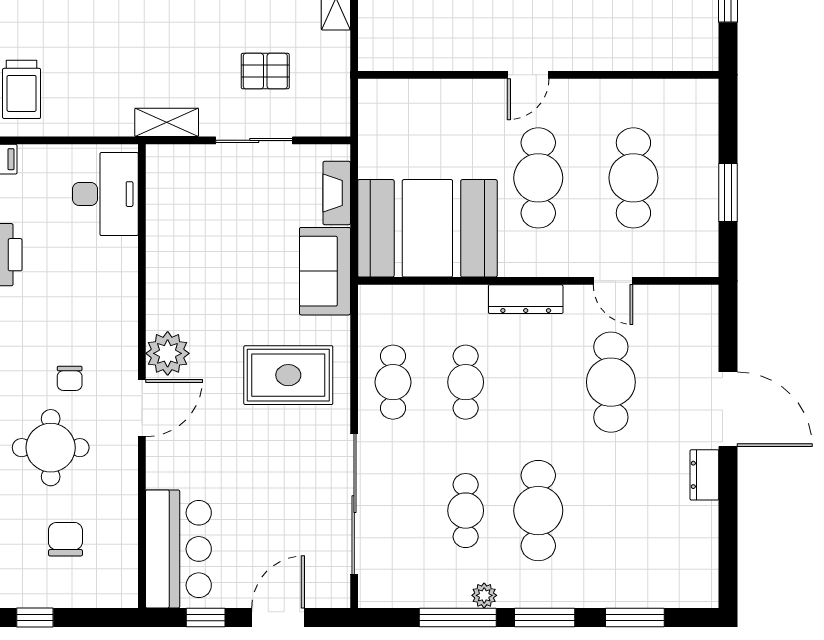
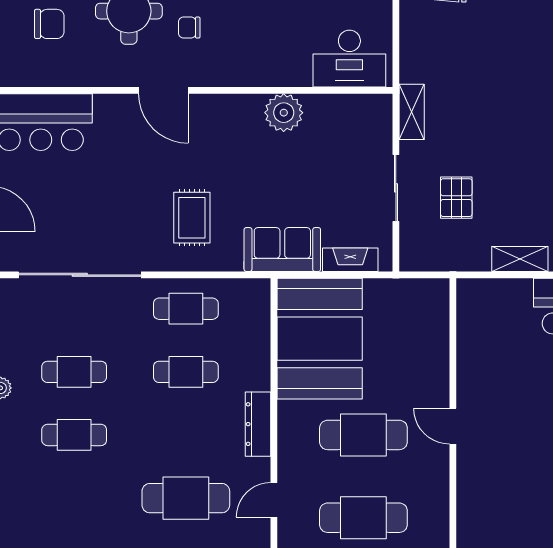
plant: (168, 353) -> (284, 113), moved
rug: (288, 375) -> (192, 218), width x0.73, depth x0.70
cafe table: (538, 511) -> (74, 435), width x0.73, depth x0.74

